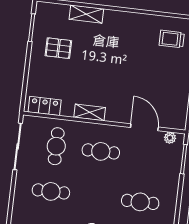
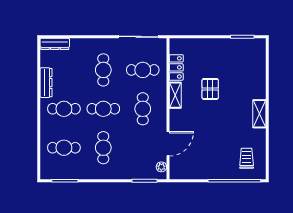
shelving: (86, 14) -> (259, 114), moved
pallet: (58, 48) -> (210, 89), moved
locker: (45, 106) -> (176, 67), moved
cafe table: (96, 197) -> (103, 109), added

